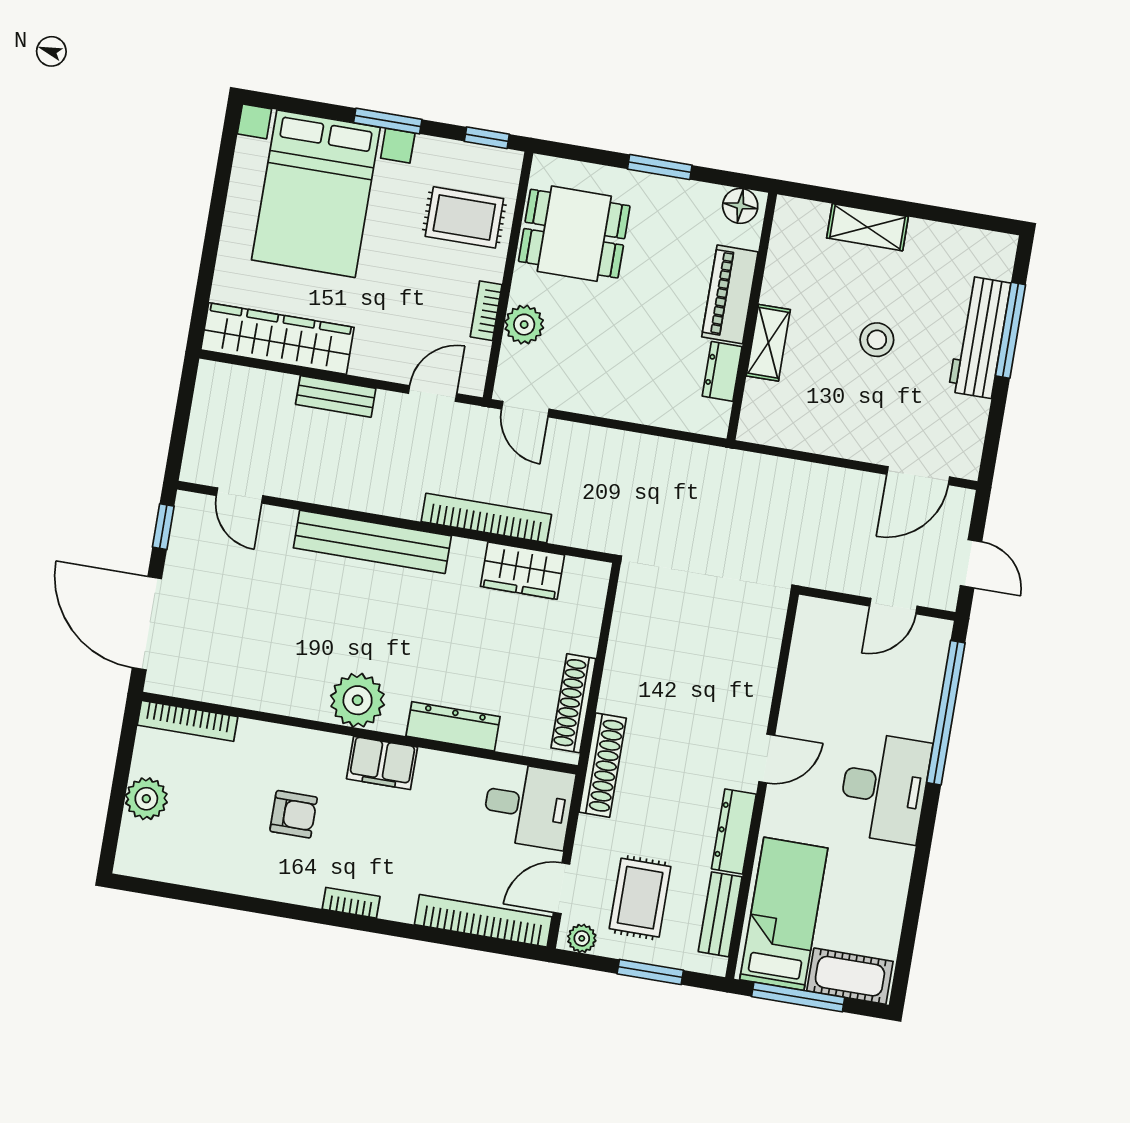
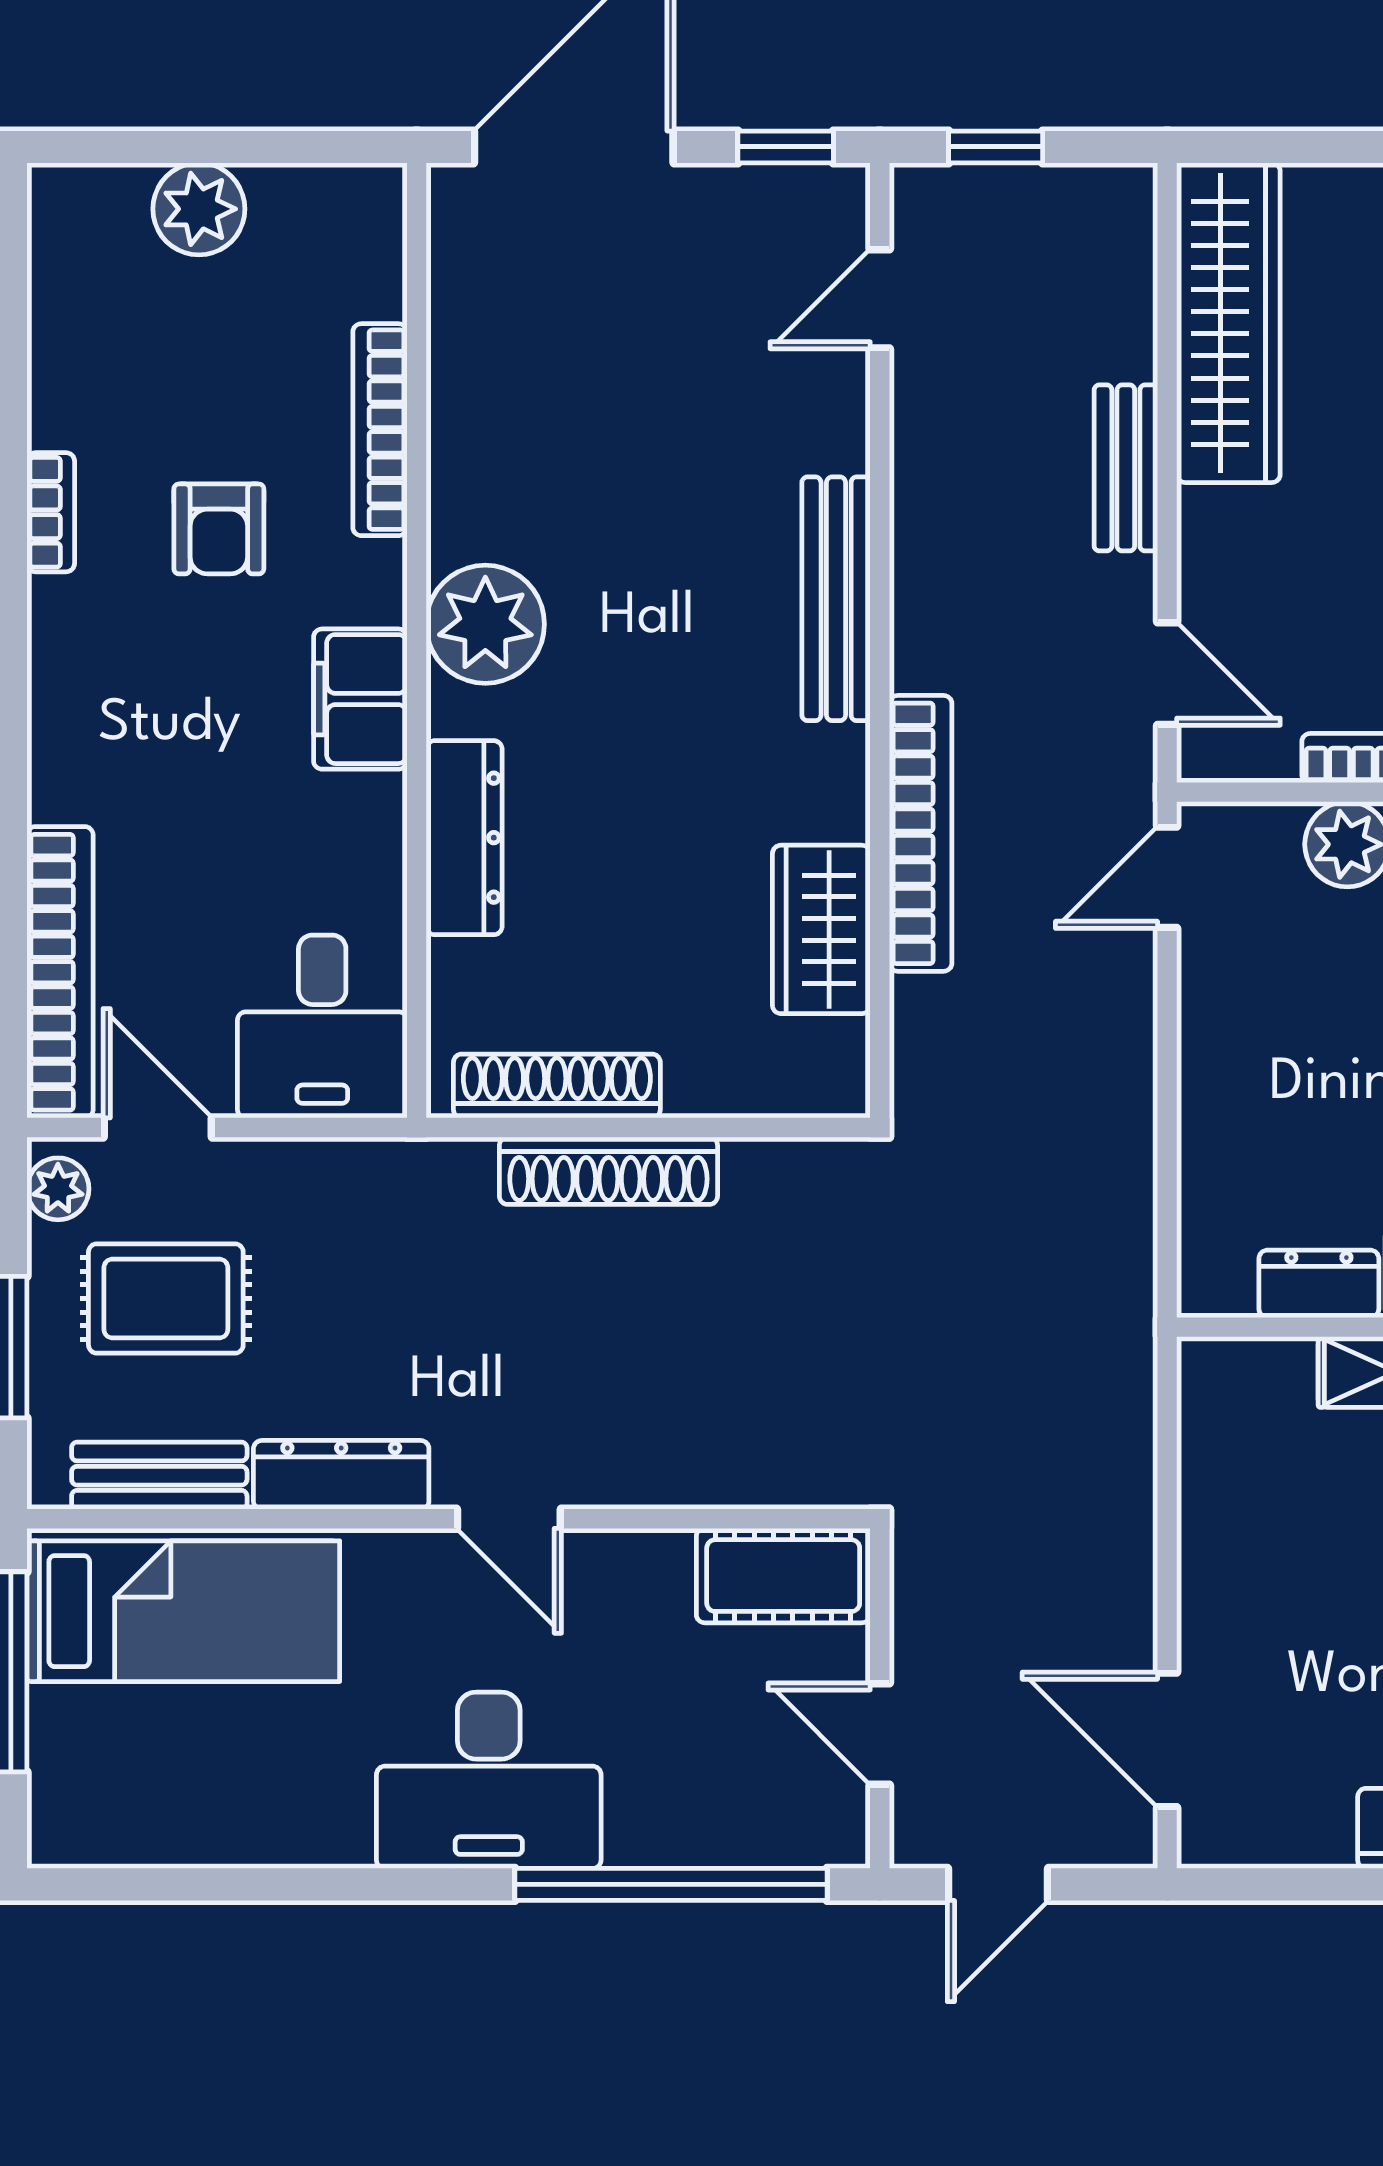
window: (179, 431) -> (996, 147), added
bench: (372, 542) -> (836, 599), width x0.73, depth x0.82
bookcase: (188, 721) -> (380, 430), moved
shoe rack: (603, 765) -> (608, 1171), moved
bookcase: (351, 903) -> (51, 512), moved
cot: (850, 976) -> (783, 1576), moved, turned 90

